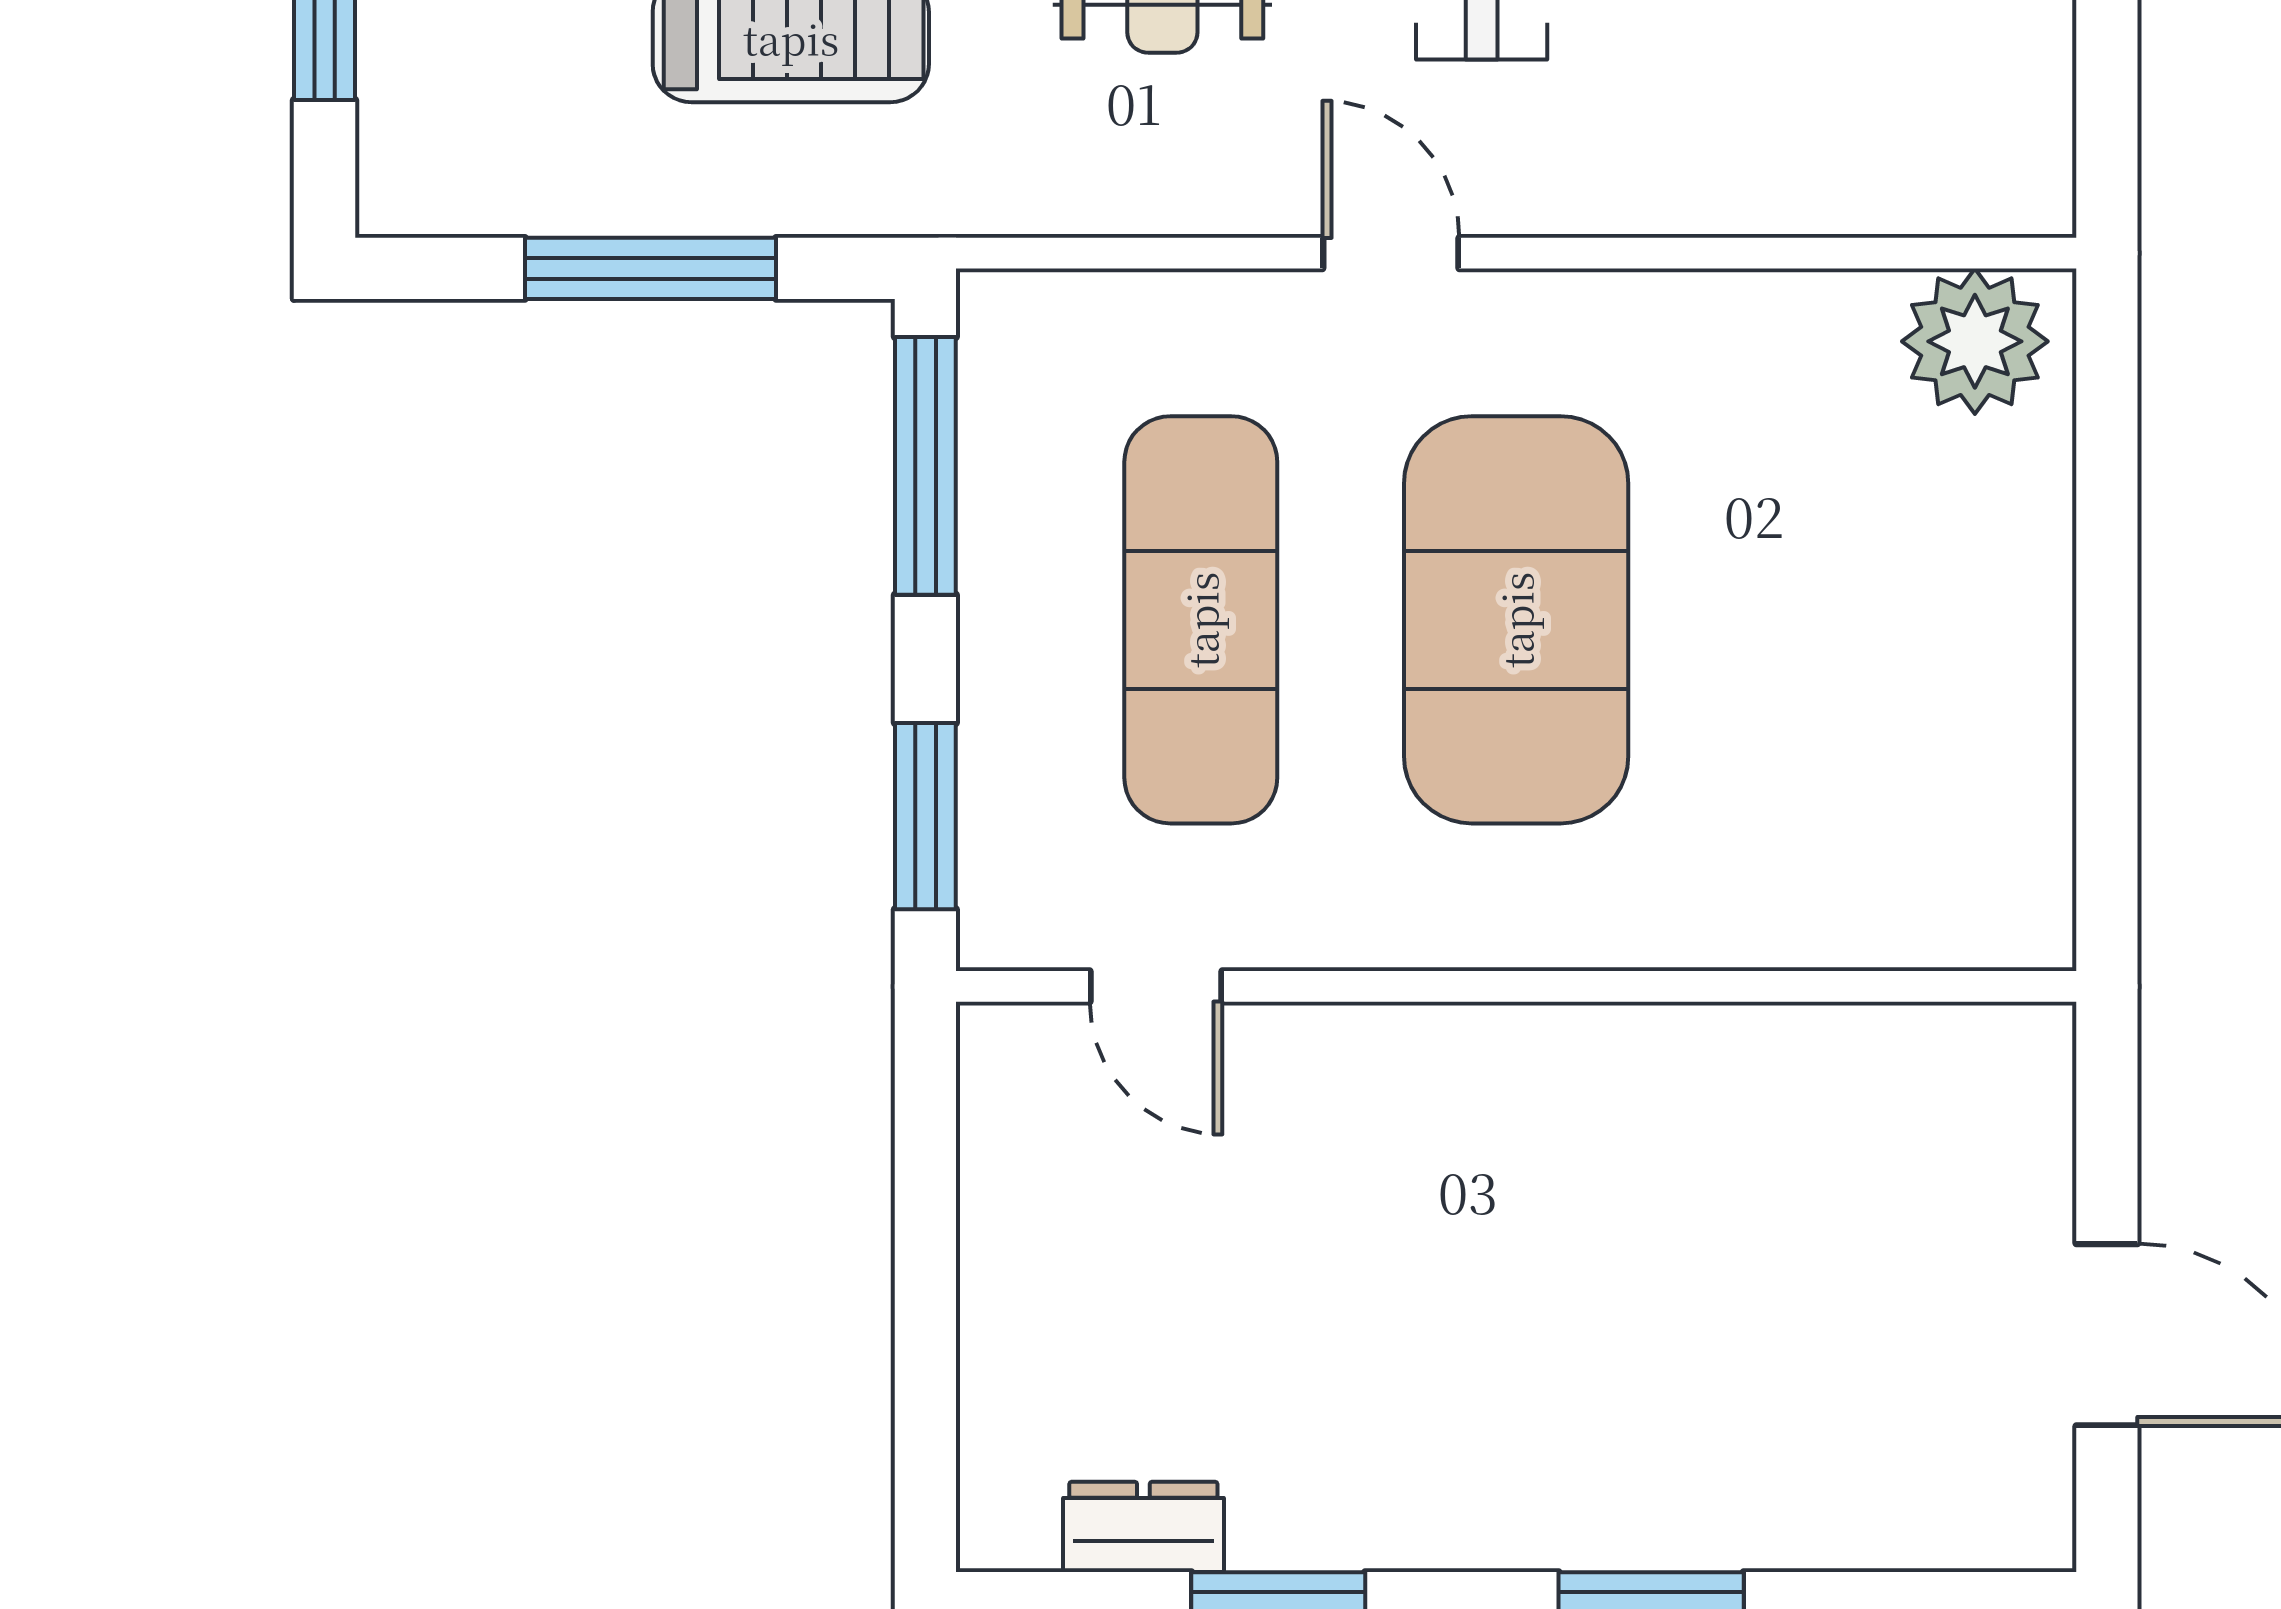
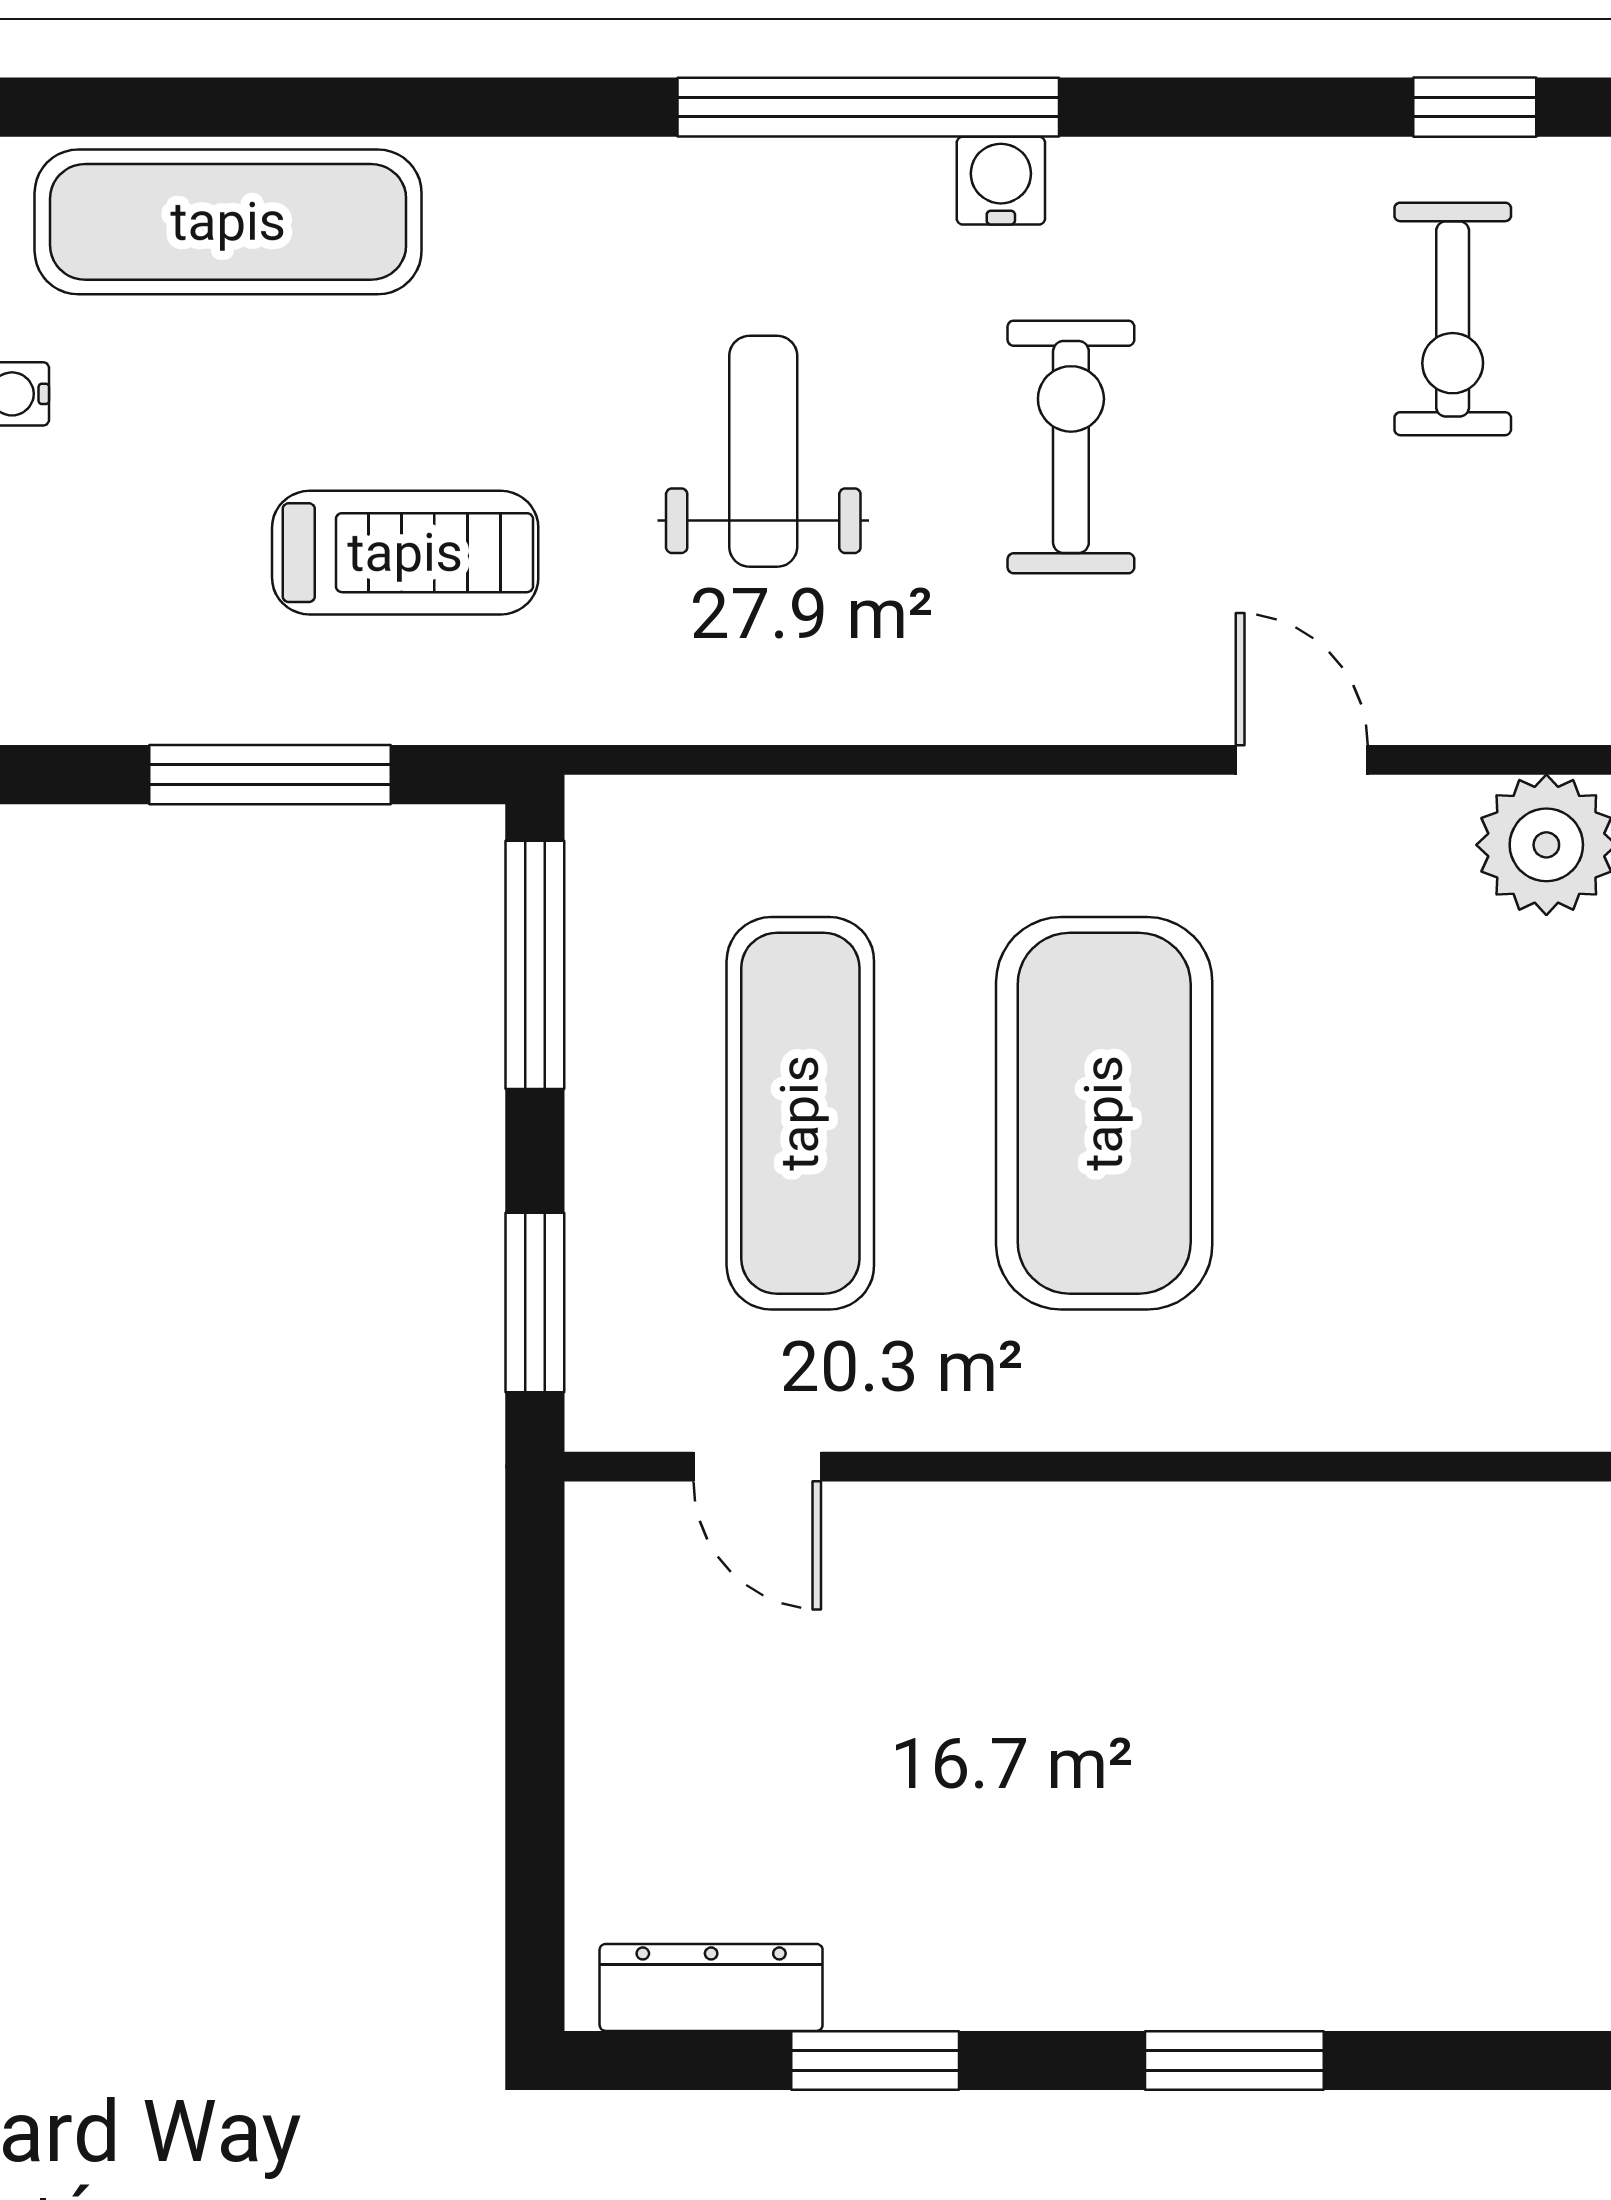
door: (1391, 253) -> (1302, 760), moved
dresser: (1143, 1527) -> (711, 1987), width x1.44

